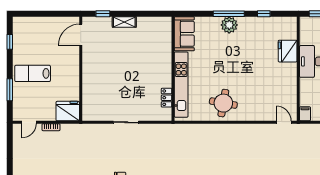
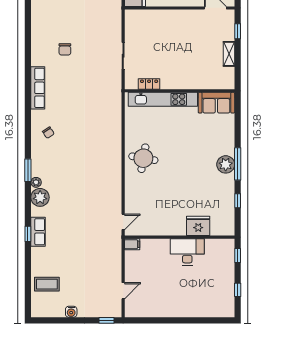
sofa: (184, 34) -> (216, 103), moved
wall: (173, 69) -> (180, 91), moved
kitchen unit: (181, 85) -> (163, 99), moved
locker: (167, 98) -> (149, 84), moved

